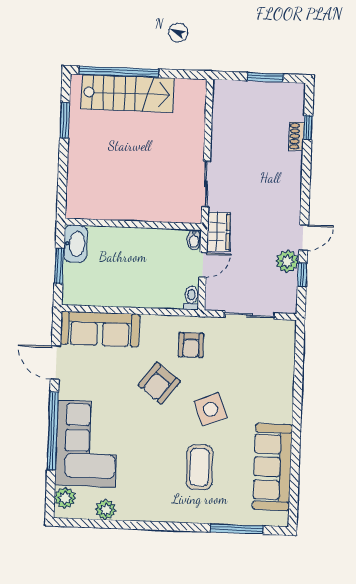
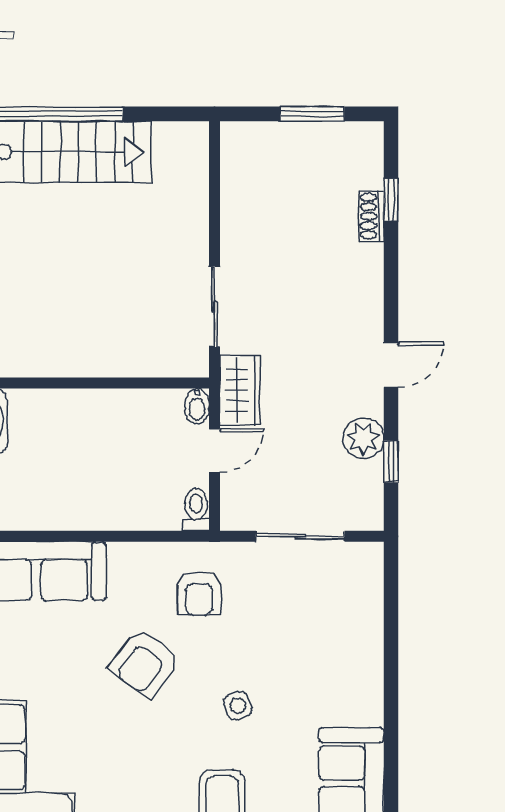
door: (304, 237) -> (391, 365), moved
side table: (211, 409) -> (238, 706), width x0.54, depth x0.54

